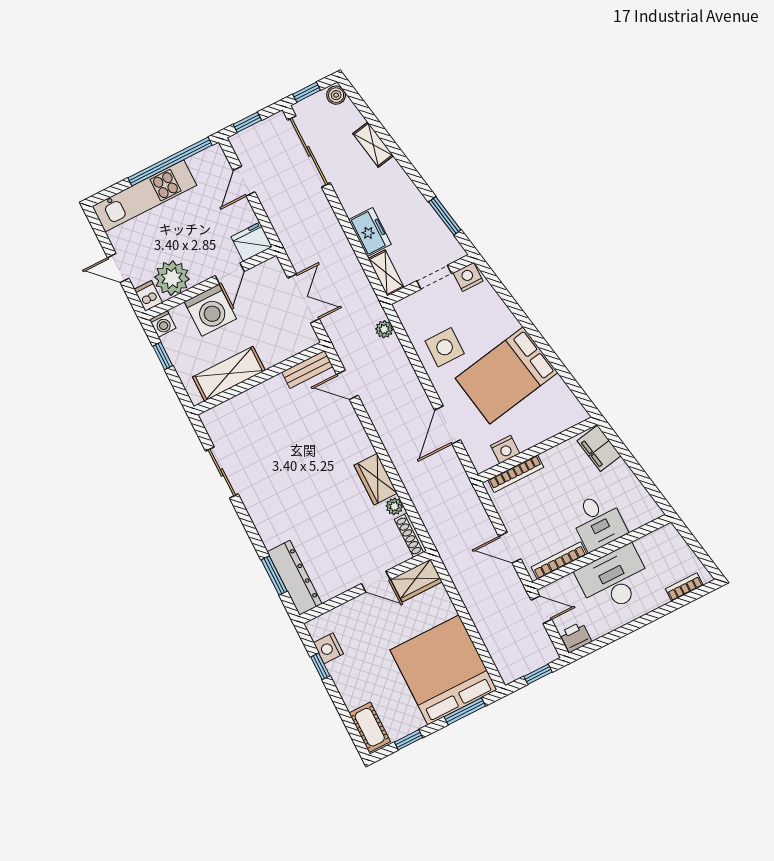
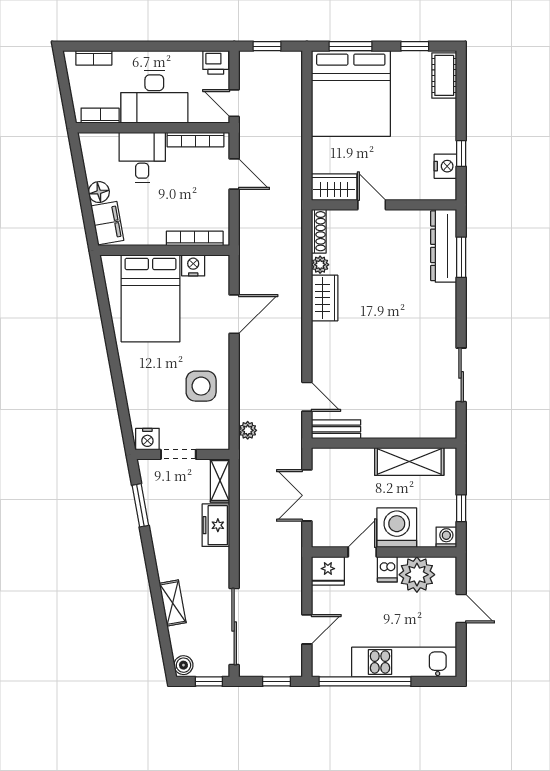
dishwasher: (148, 296) -> (387, 569), moved
bed: (507, 375) -> (151, 298), moved, turned 100
floor lamp: (620, 472) -> (99, 192), added
bookcase: (653, 539) -> (100, 116), added

